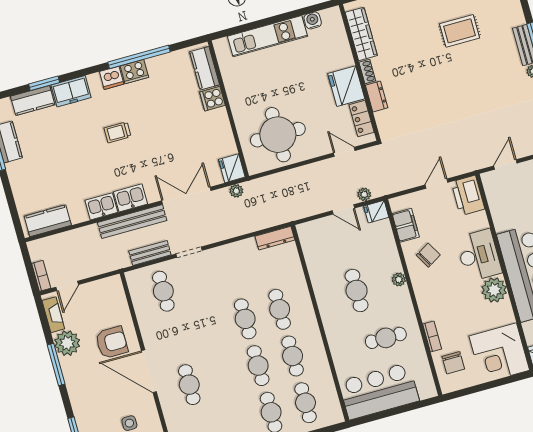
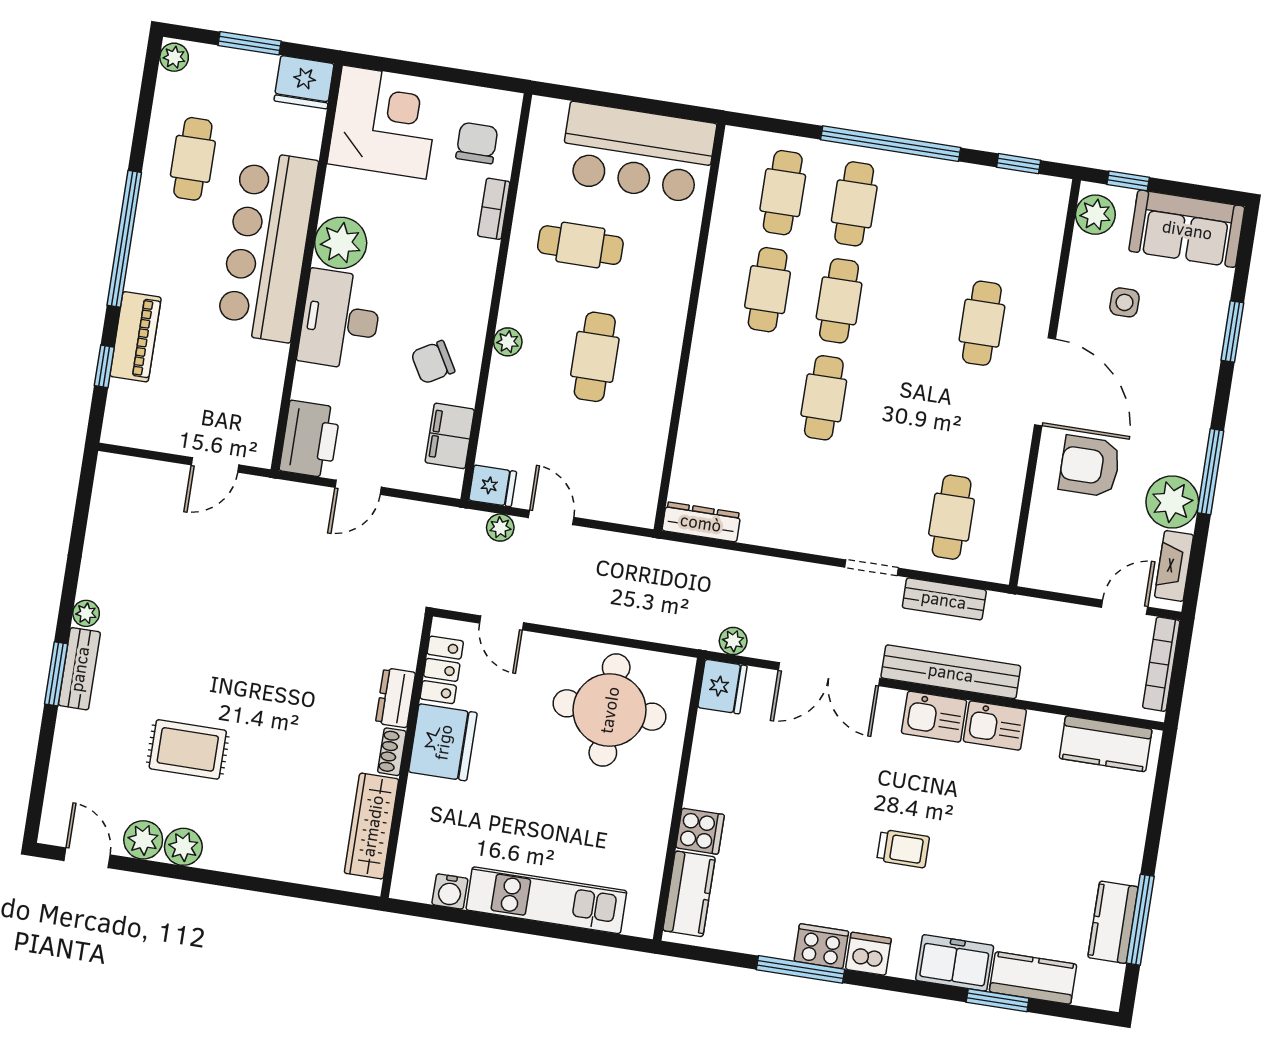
window: (139, 57) -> (800, 969), width x0.68
bookcase: (41, 276) -> (1161, 664), width x1.56
cafe table: (280, 309) -> (752, 387), removed

